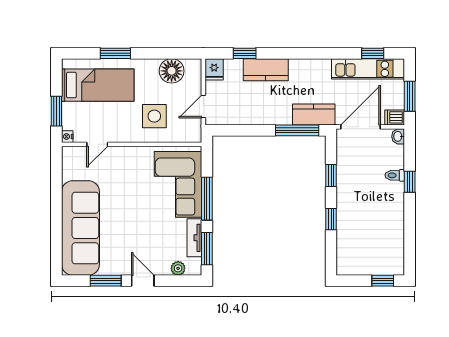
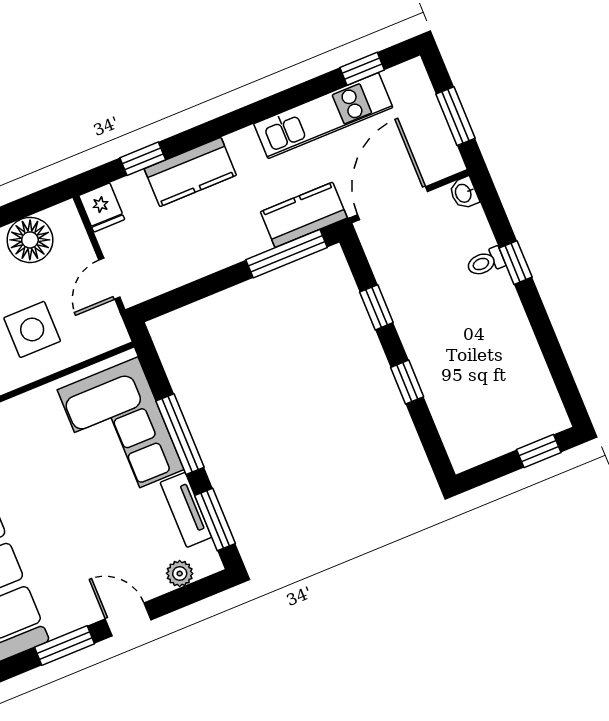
kitchen unit: (368, 69) -> (323, 116), moved
dishwasher: (395, 117) -> (445, 163), removed

